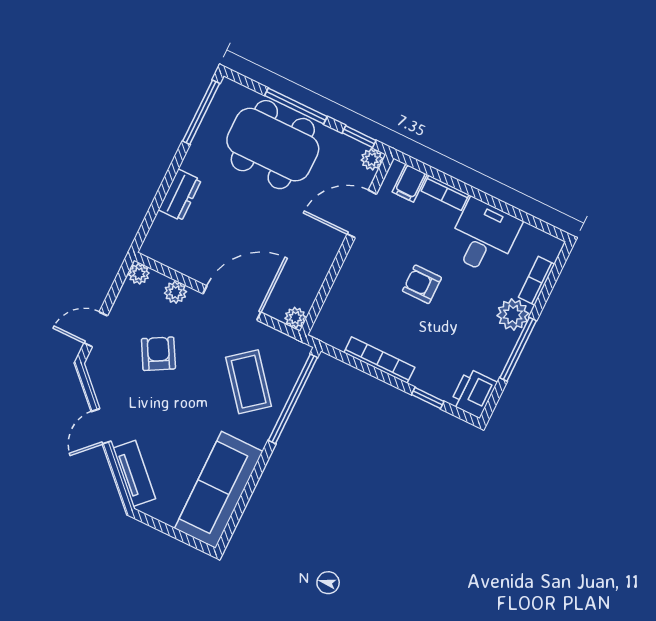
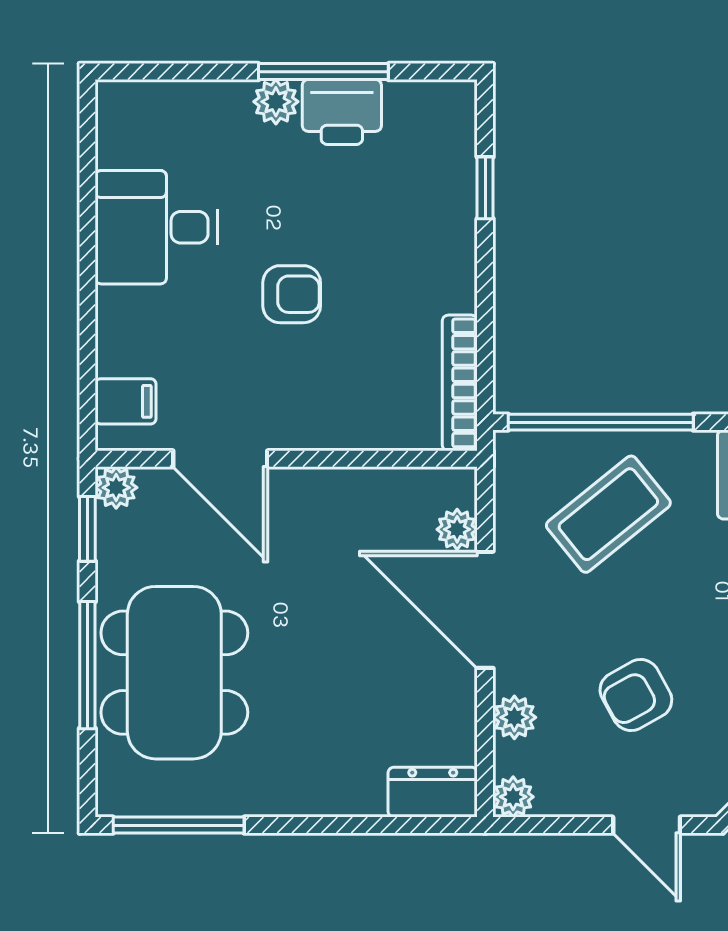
bookcase: (445, 193) -> (112, 331), removed
dresser: (180, 195) -> (433, 792), moved
bookcase: (537, 281) -> (188, 97), removed
armchair: (422, 284) -> (292, 294), turned -90
plant: (513, 315) -> (276, 102), width x0.73, depth x0.73
plant: (295, 318) -> (457, 529), moved
bookcase: (379, 360) -> (460, 383), moved
printer: (474, 393) -> (342, 112), moved

